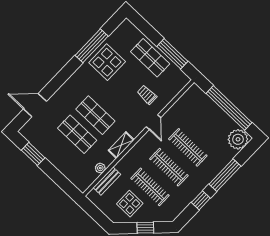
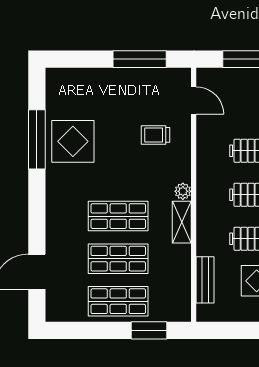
shop shelf: (150, 58) -> (118, 301), moved
door: (153, 122) -> (194, 101), moved
window: (33, 154) -> (149, 330), moved
plant: (100, 168) -> (183, 191), moved

